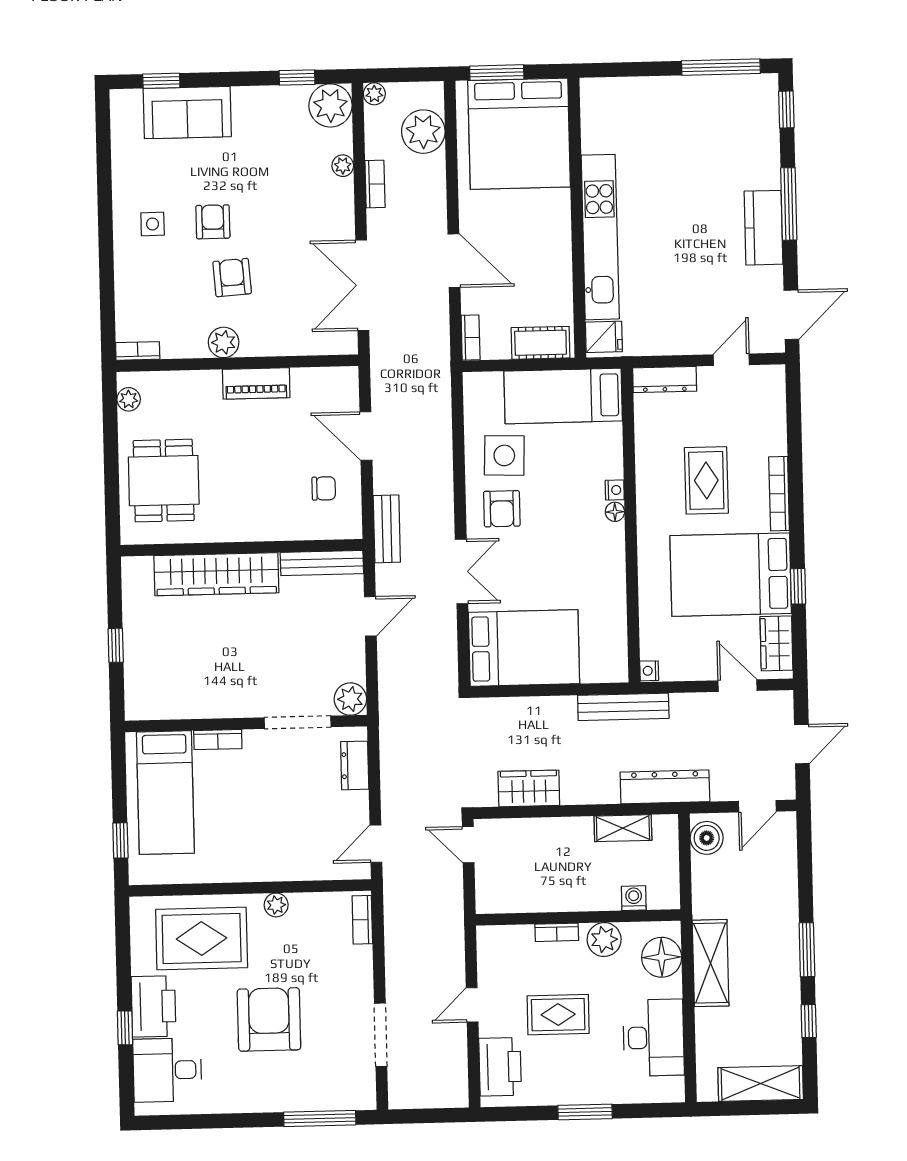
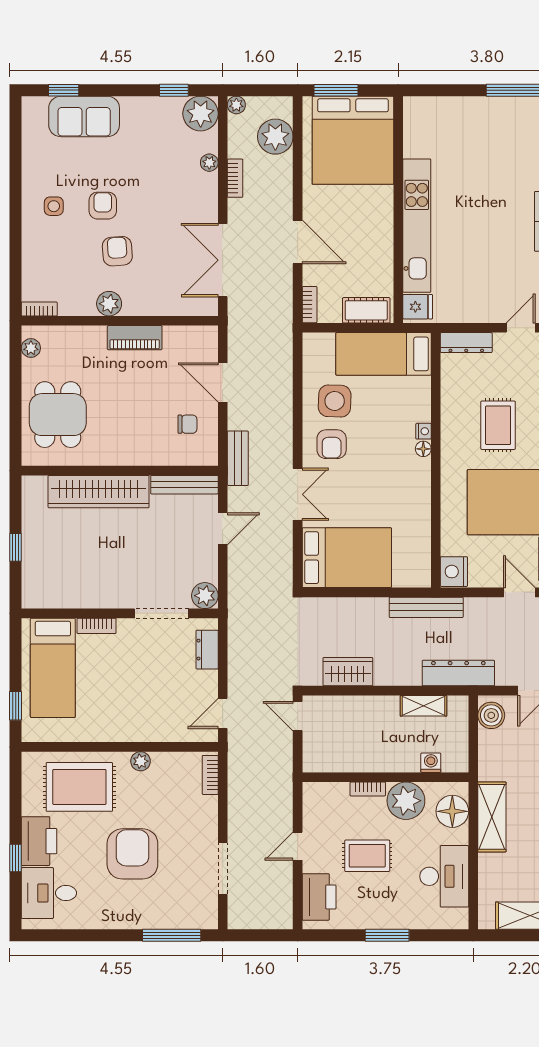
nightstand: (649, 671) -> (454, 572), width x1.89, depth x1.79
plant: (604, 939) -> (406, 801), width x1.36, depth x1.36

